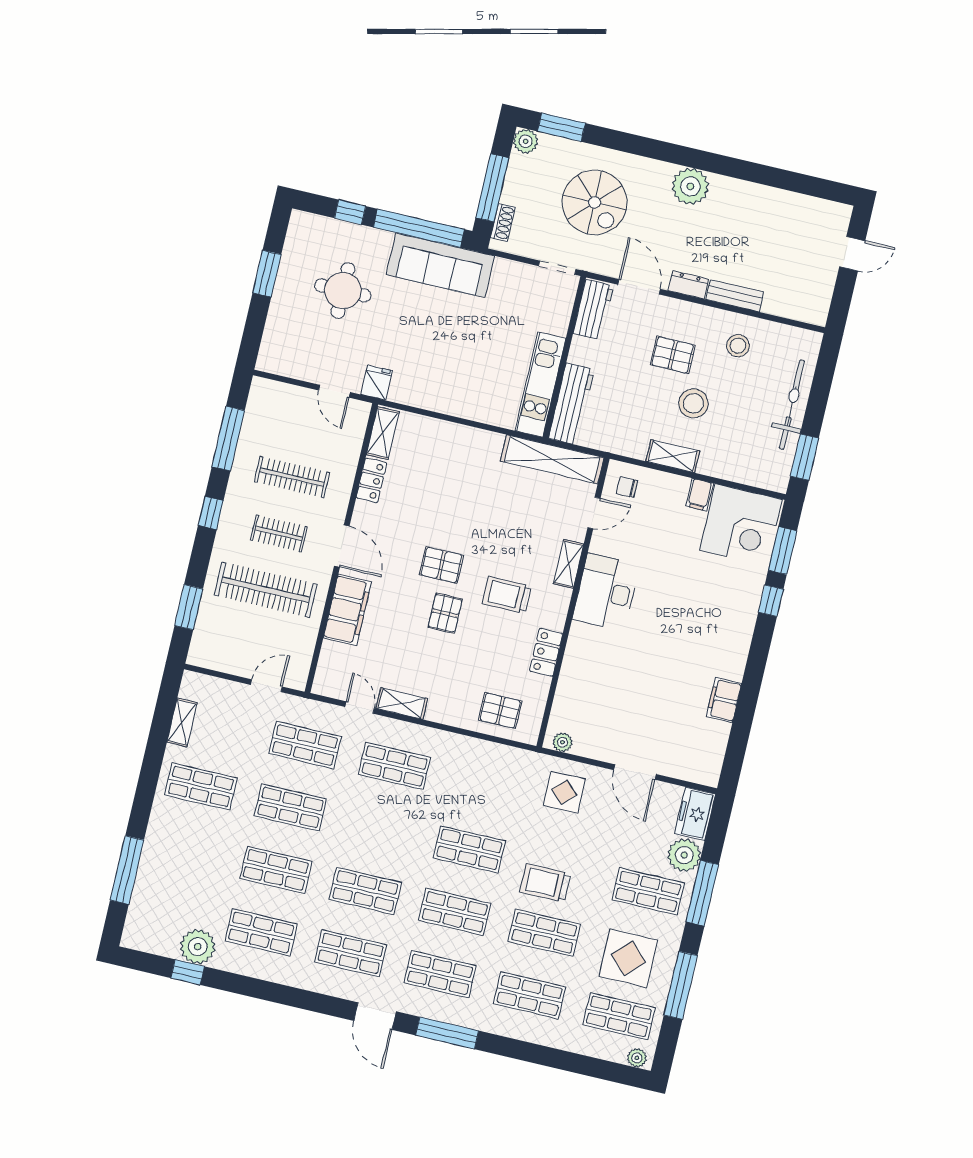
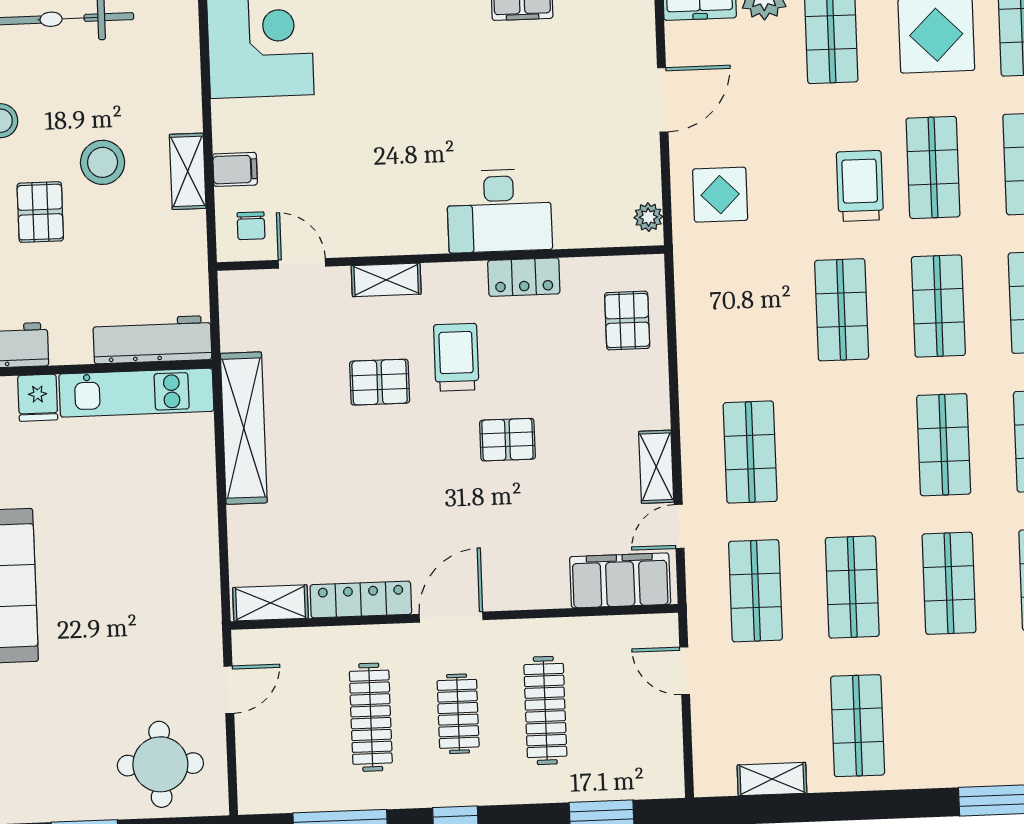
round table: (343, 290) -> (160, 764), moved
fridge: (377, 383) -> (38, 398), moved, turned -90
shelving: (552, 459) -> (244, 428), moved
locker: (372, 480) -> (361, 600), width x1.53
filing cabinet: (699, 495) -> (235, 169), moved
pallet: (441, 565) -> (380, 382), moved, turned 90
clothes rail: (266, 590) -> (545, 710), width x0.73, depth x0.76
desk: (606, 592) -> (499, 211), moved
trolley: (507, 595) -> (456, 357), turned 180
filing cabinet: (347, 610) -> (620, 580), moved
trolley: (545, 883) -> (860, 186), turned 180

